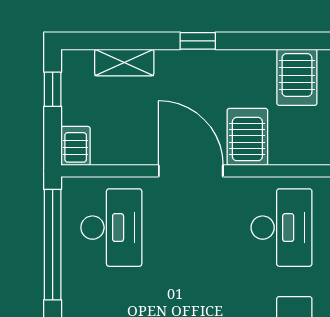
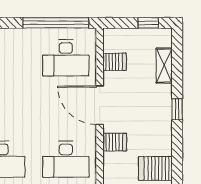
server rack: (247, 137) -> (115, 142), width x0.73, depth x0.70
server rack: (76, 146) -> (115, 62), moved
door: (191, 171) -> (100, 105), swing flipped

